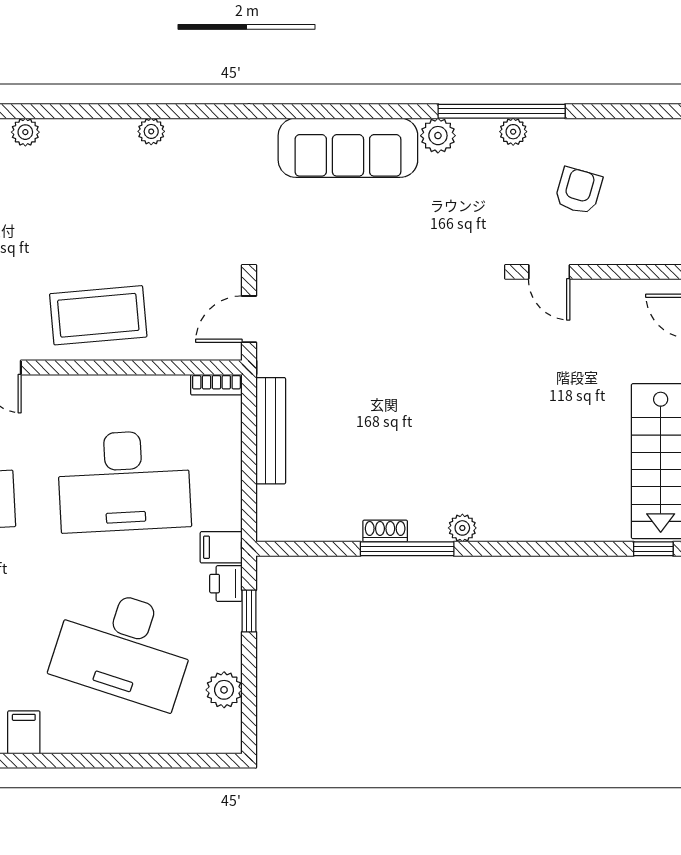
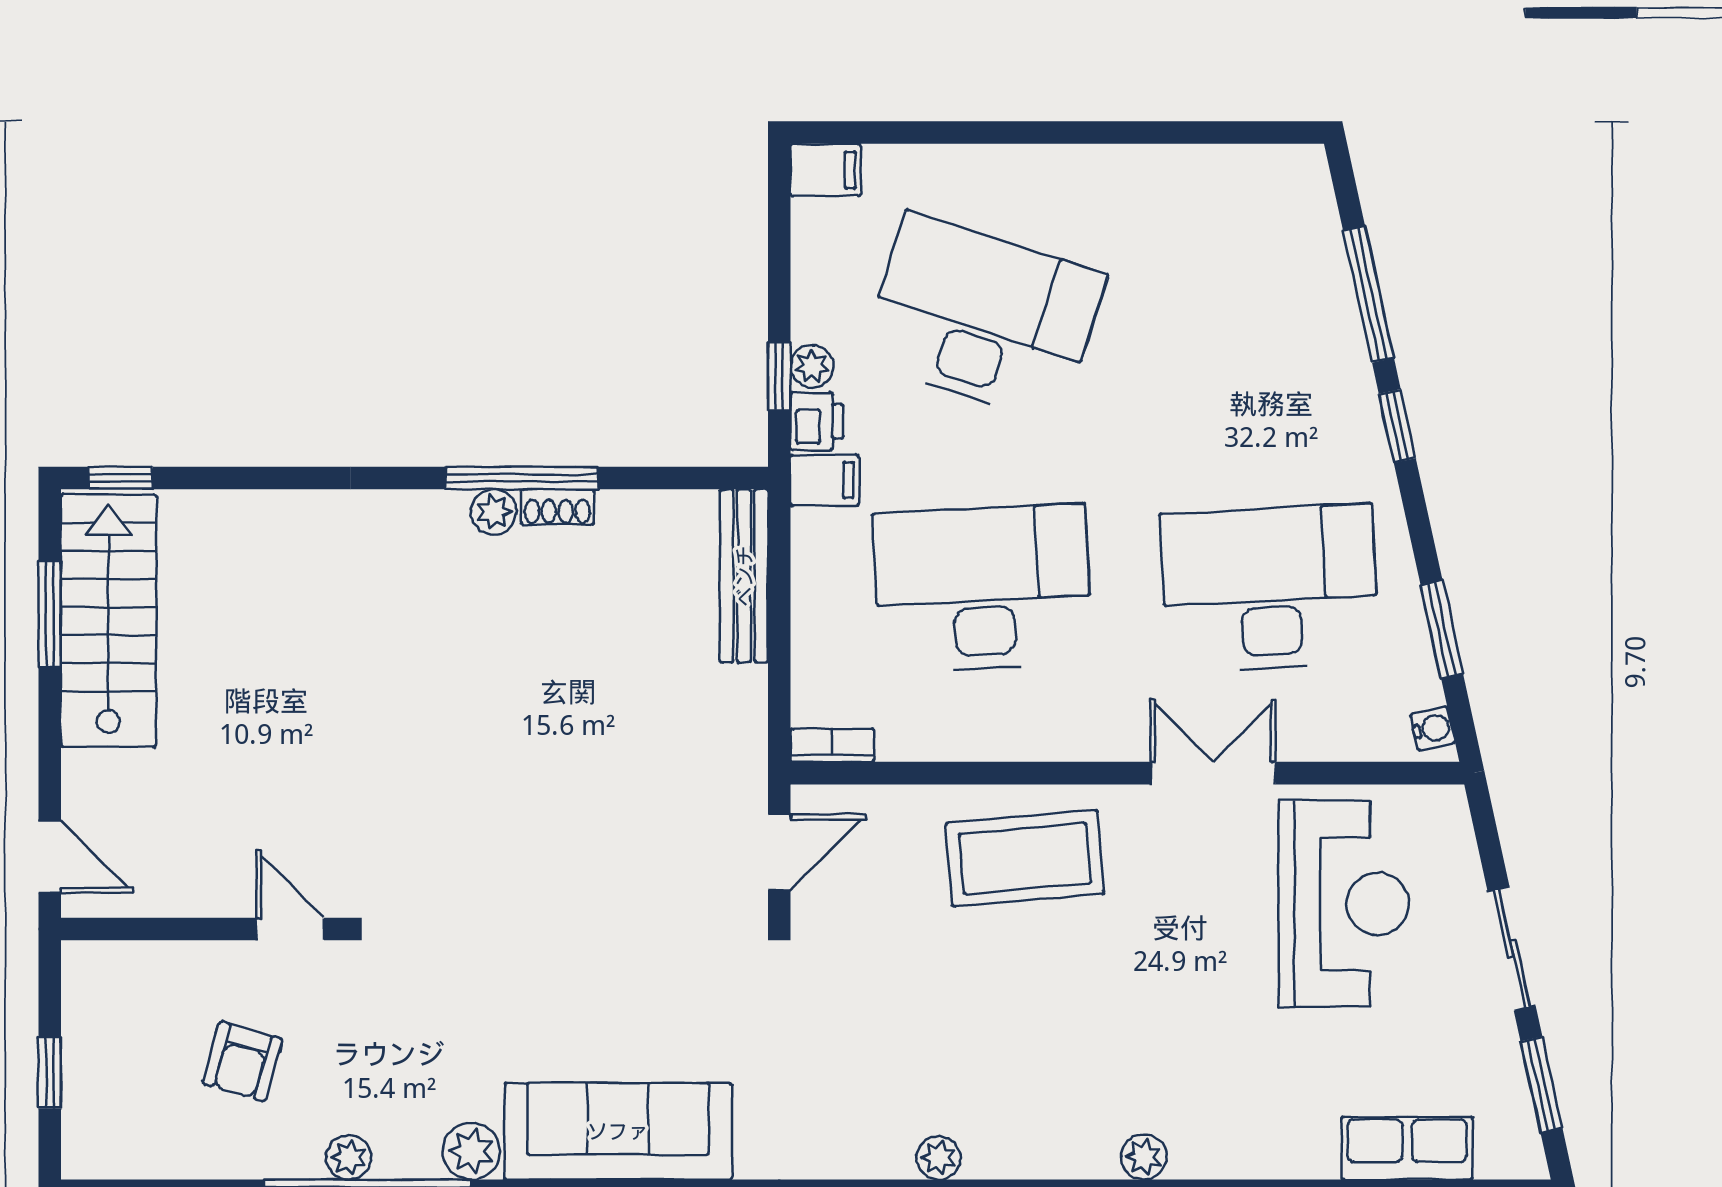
bench: (271, 431) -> (744, 576), moved
plant: (462, 528) -> (494, 512), moved
plant: (224, 690) -> (812, 366), moved, width x0.73, depth x0.73
filing cabinet: (24, 732) -> (825, 170), moved, turned -90

